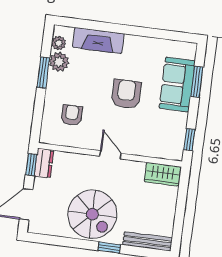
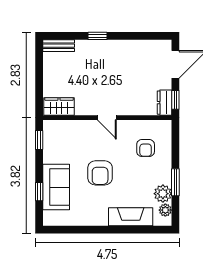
window: (197, 82) -> (39, 192), width x0.67
spiral stairs: (92, 214) -> (116, 63), removed
bench: (148, 241) -> (59, 46), width x0.73

